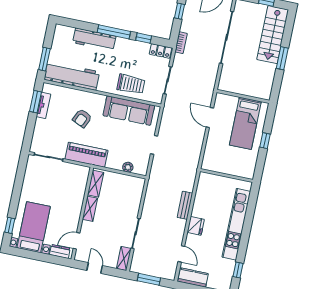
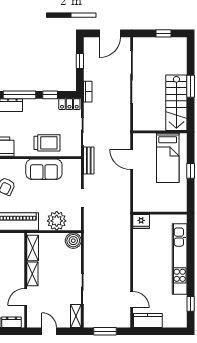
stairs: (273, 35) -> (176, 103), moved
sofa: (129, 111) -> (44, 169), width x0.73
plant: (128, 167) -> (57, 221), width x1.88, depth x1.88
boiler: (137, 185) -> (73, 241), added
bench: (185, 205) -> (89, 161), moved
fridge: (196, 226) -> (141, 221), moved, turned 90
door: (77, 241) -> (26, 297), moved

